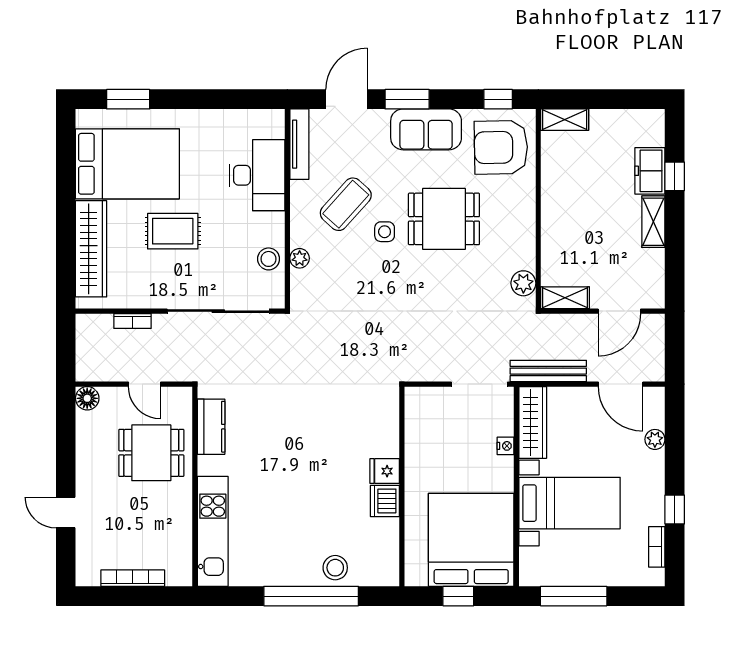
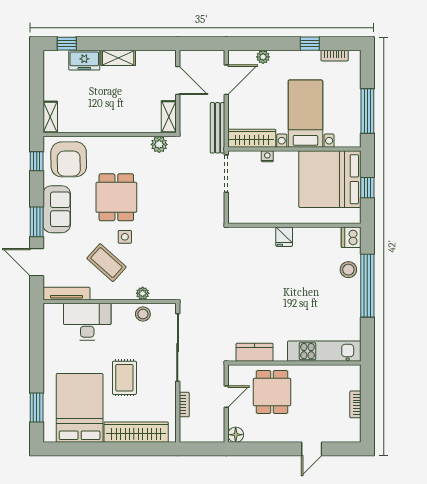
window: (675, 176) -> (67, 44), moved
dishwasher: (385, 501) -> (351, 237), moved, turned 90
bookcase: (133, 578) -> (355, 404), width x0.64

